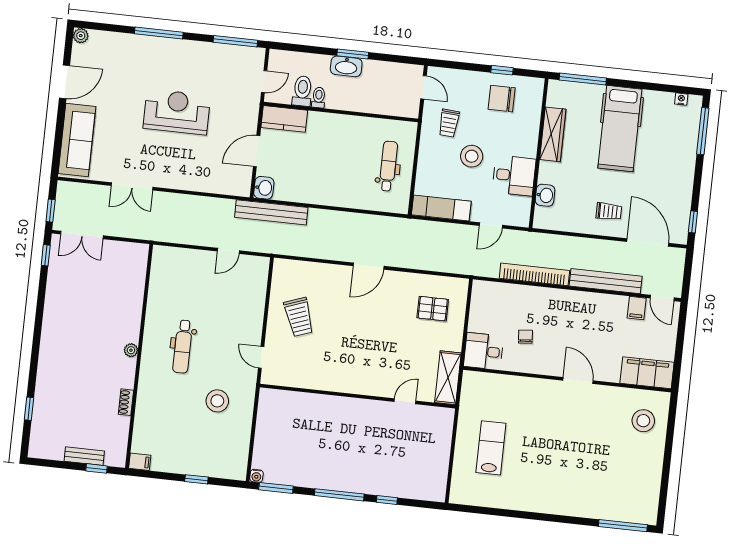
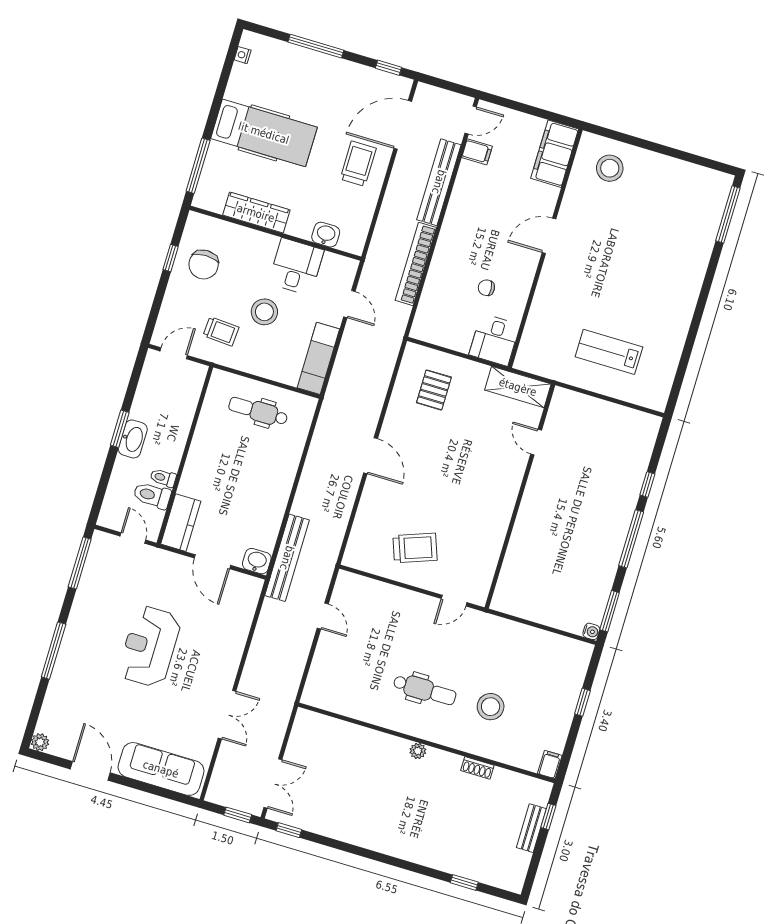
window: (703, 131) -> (316, 46), moved
trolley: (609, 211) -> (358, 164), width x1.36, depth x1.39
stool: (217, 401) -> (491, 707), moved

